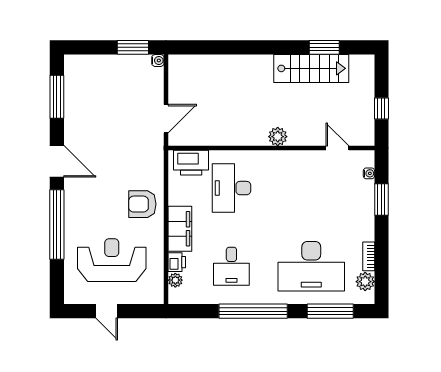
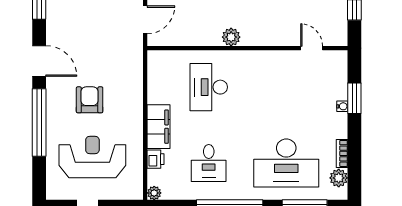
plant: (278, 137) -> (231, 37), moved
printer: (191, 163) -> (170, 62), removed
water cooler: (369, 173) -> (342, 106), moved
armchair: (142, 204) -> (90, 100), moved, turned 90
plant: (175, 280) -> (154, 193), moved

